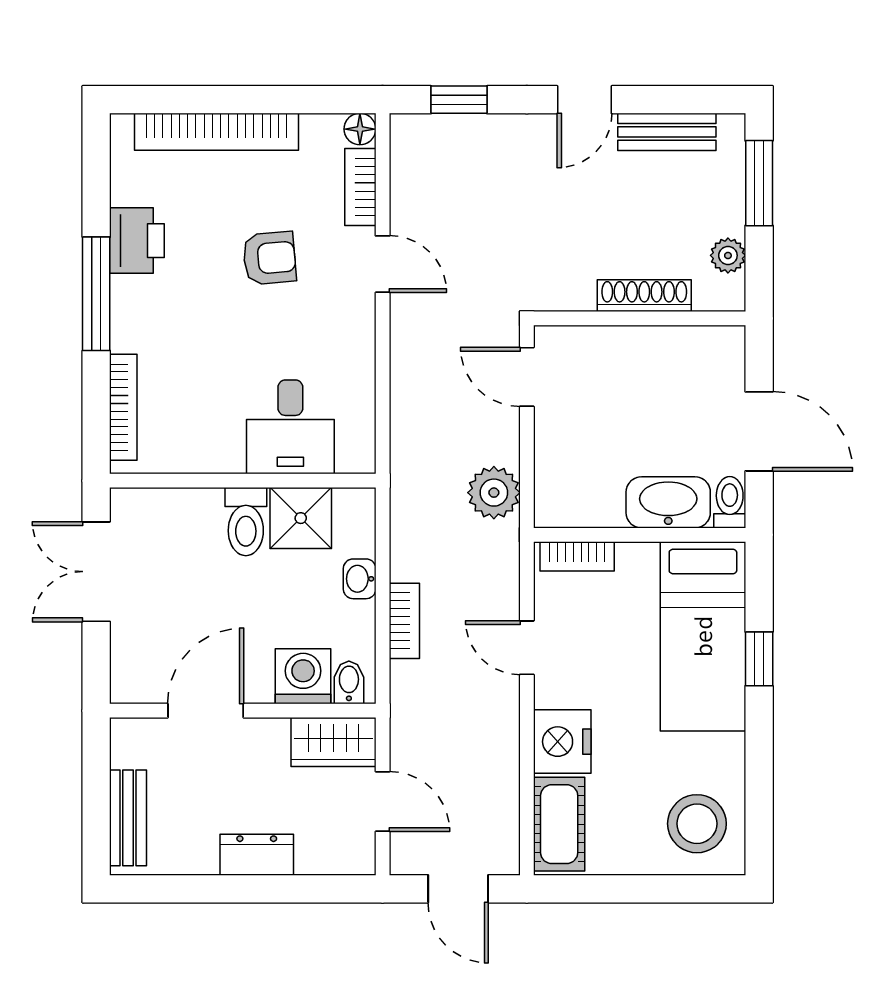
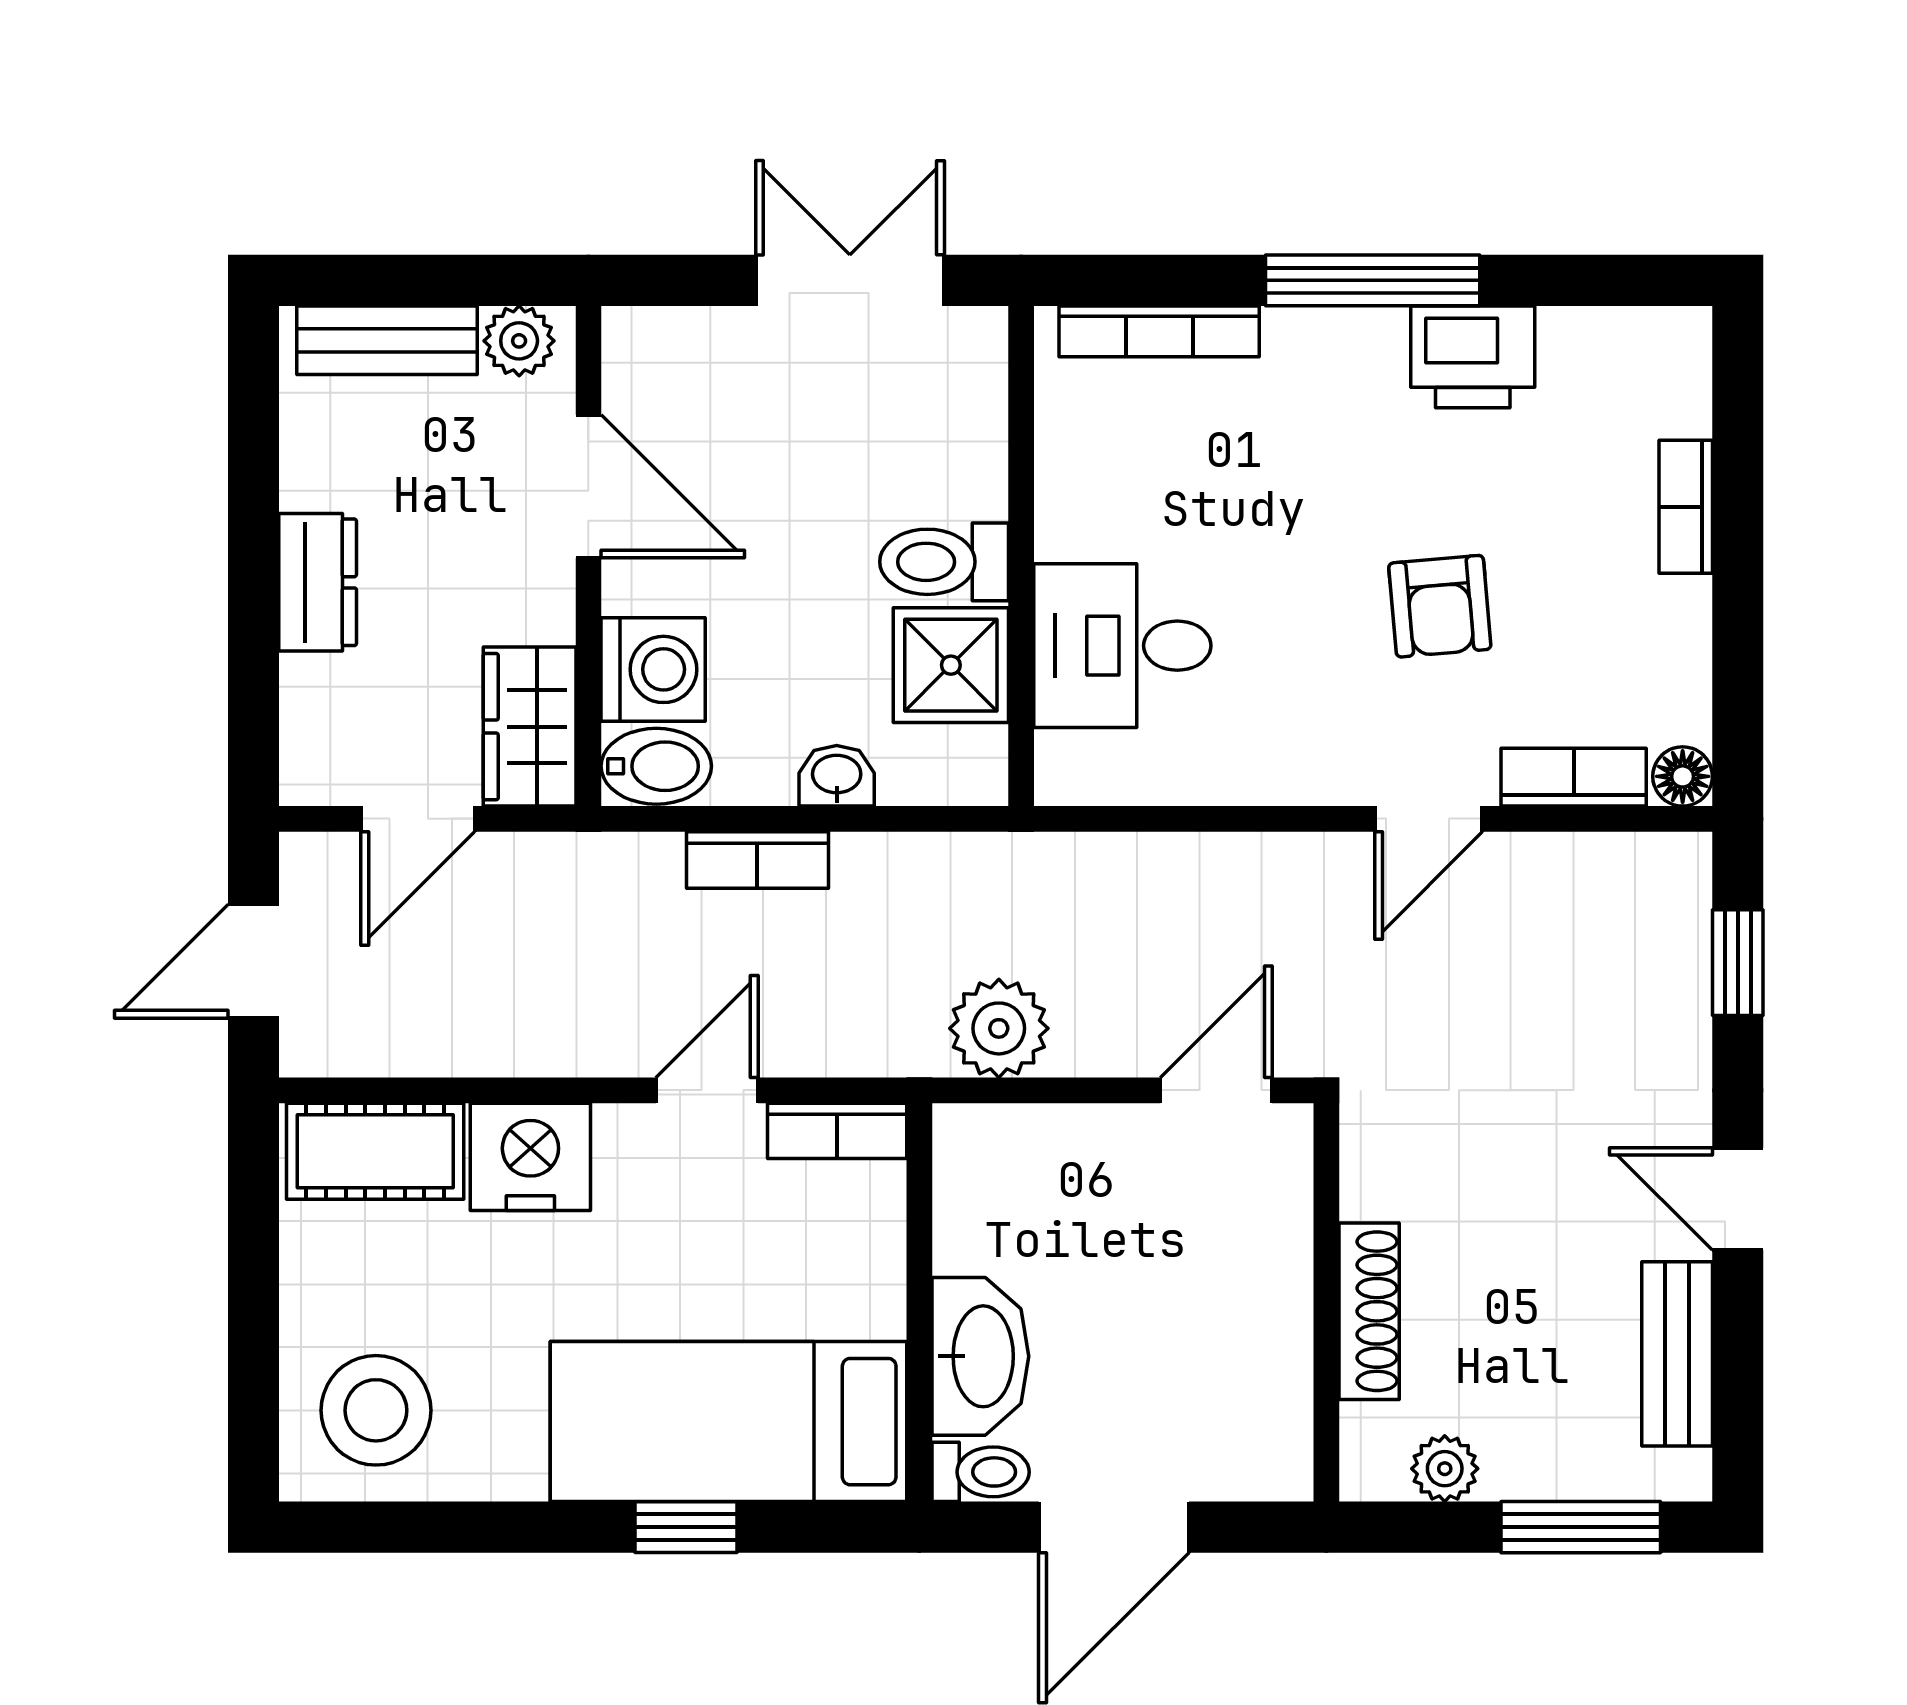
bookcase: (217, 132) -> (1686, 507), width x0.43, depth x0.76
bookcase: (577, 556) -> (837, 1131), moved, turned -90
bidet: (349, 682) -> (656, 766), width x1.38, depth x1.36
plant: (128, 748) -> (519, 341), added

